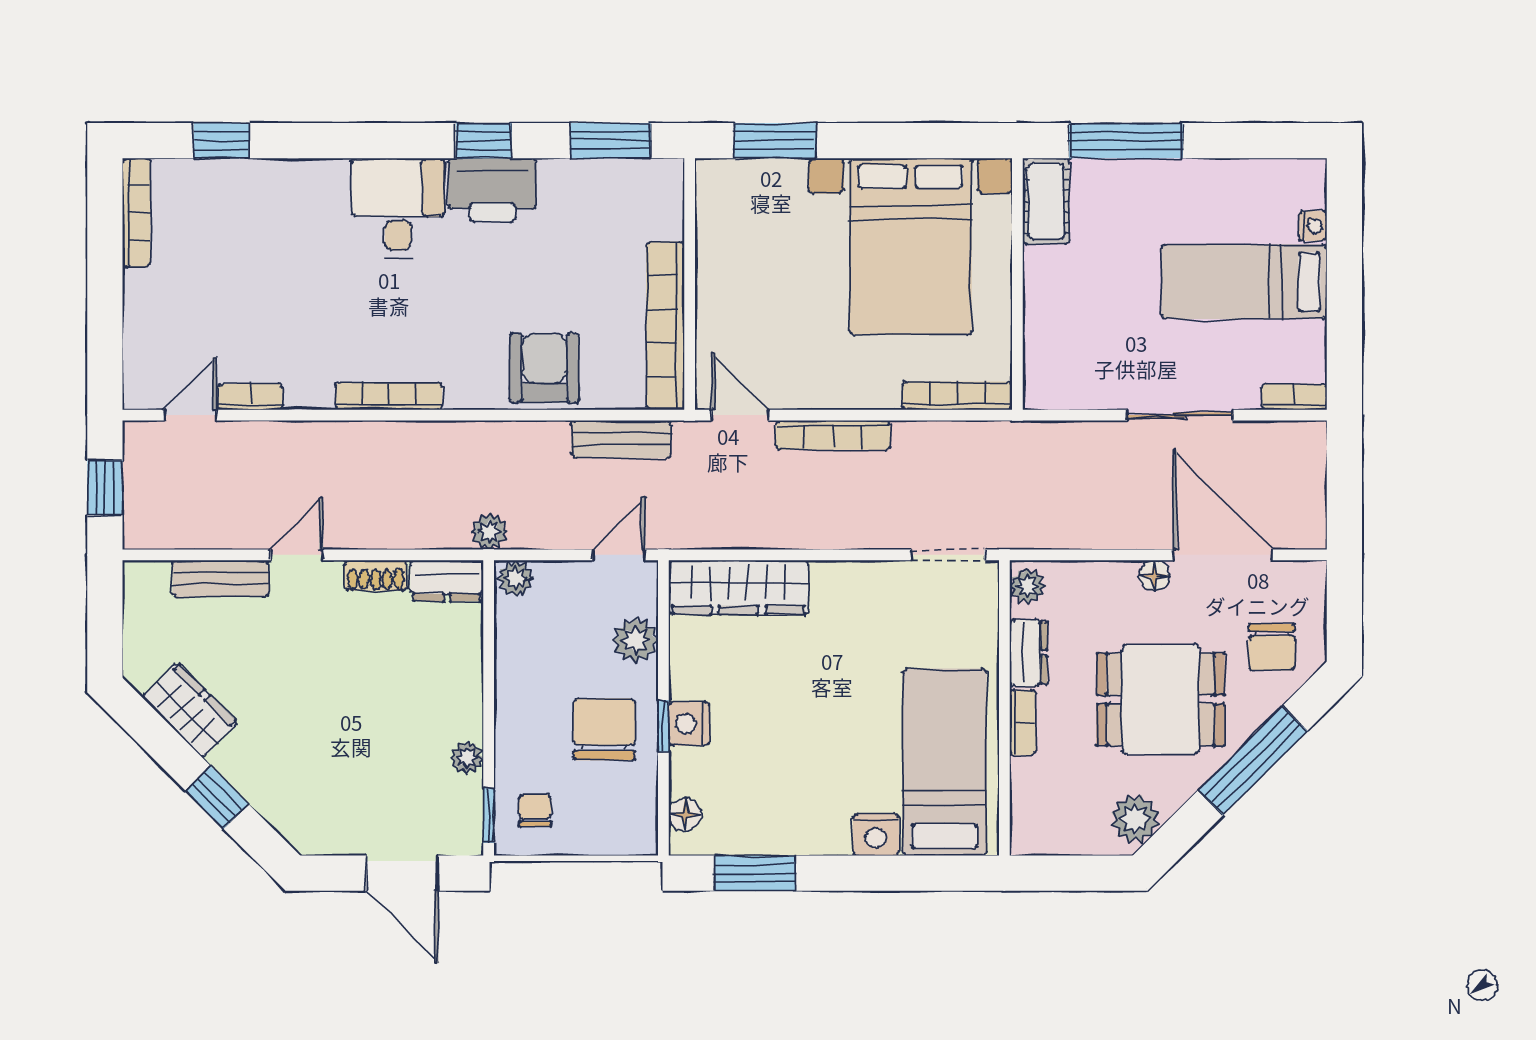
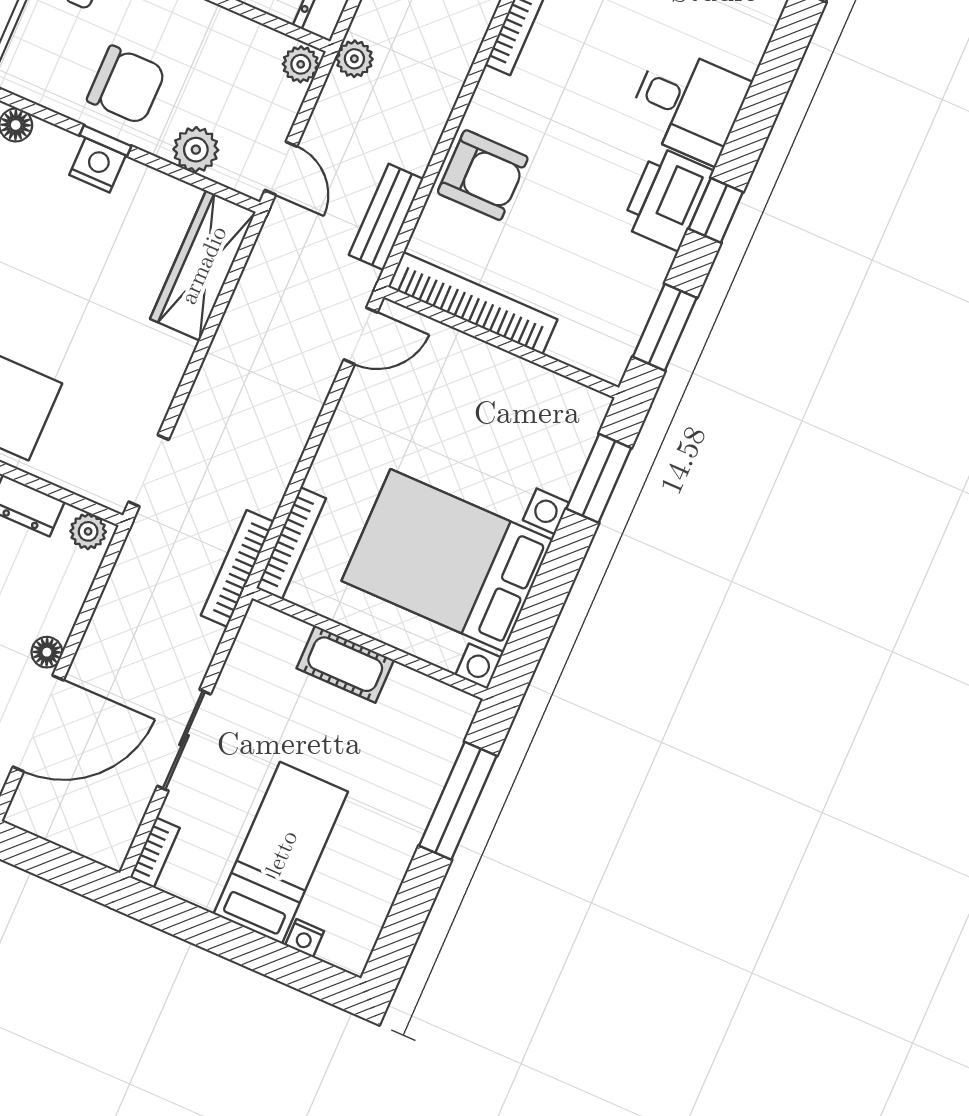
cot: (1046, 201) -> (345, 664), moved
bookcase: (833, 435) -> (237, 569), moved

